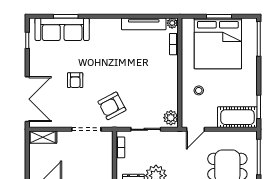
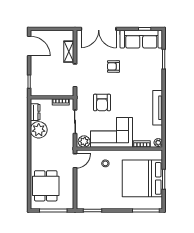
tv unit: (144, 24) -> (158, 108), moved
sofa: (62, 29) -> (141, 39), moved, turned -90
corner sofa: (159, 83) -> (112, 132), added
armchair: (112, 106) -> (102, 102), moved, turned -152
cot: (237, 117) -> (84, 194), removed
door: (195, 129) -> (75, 161), swing flipped
shelving: (43, 137) -> (69, 52), moved

